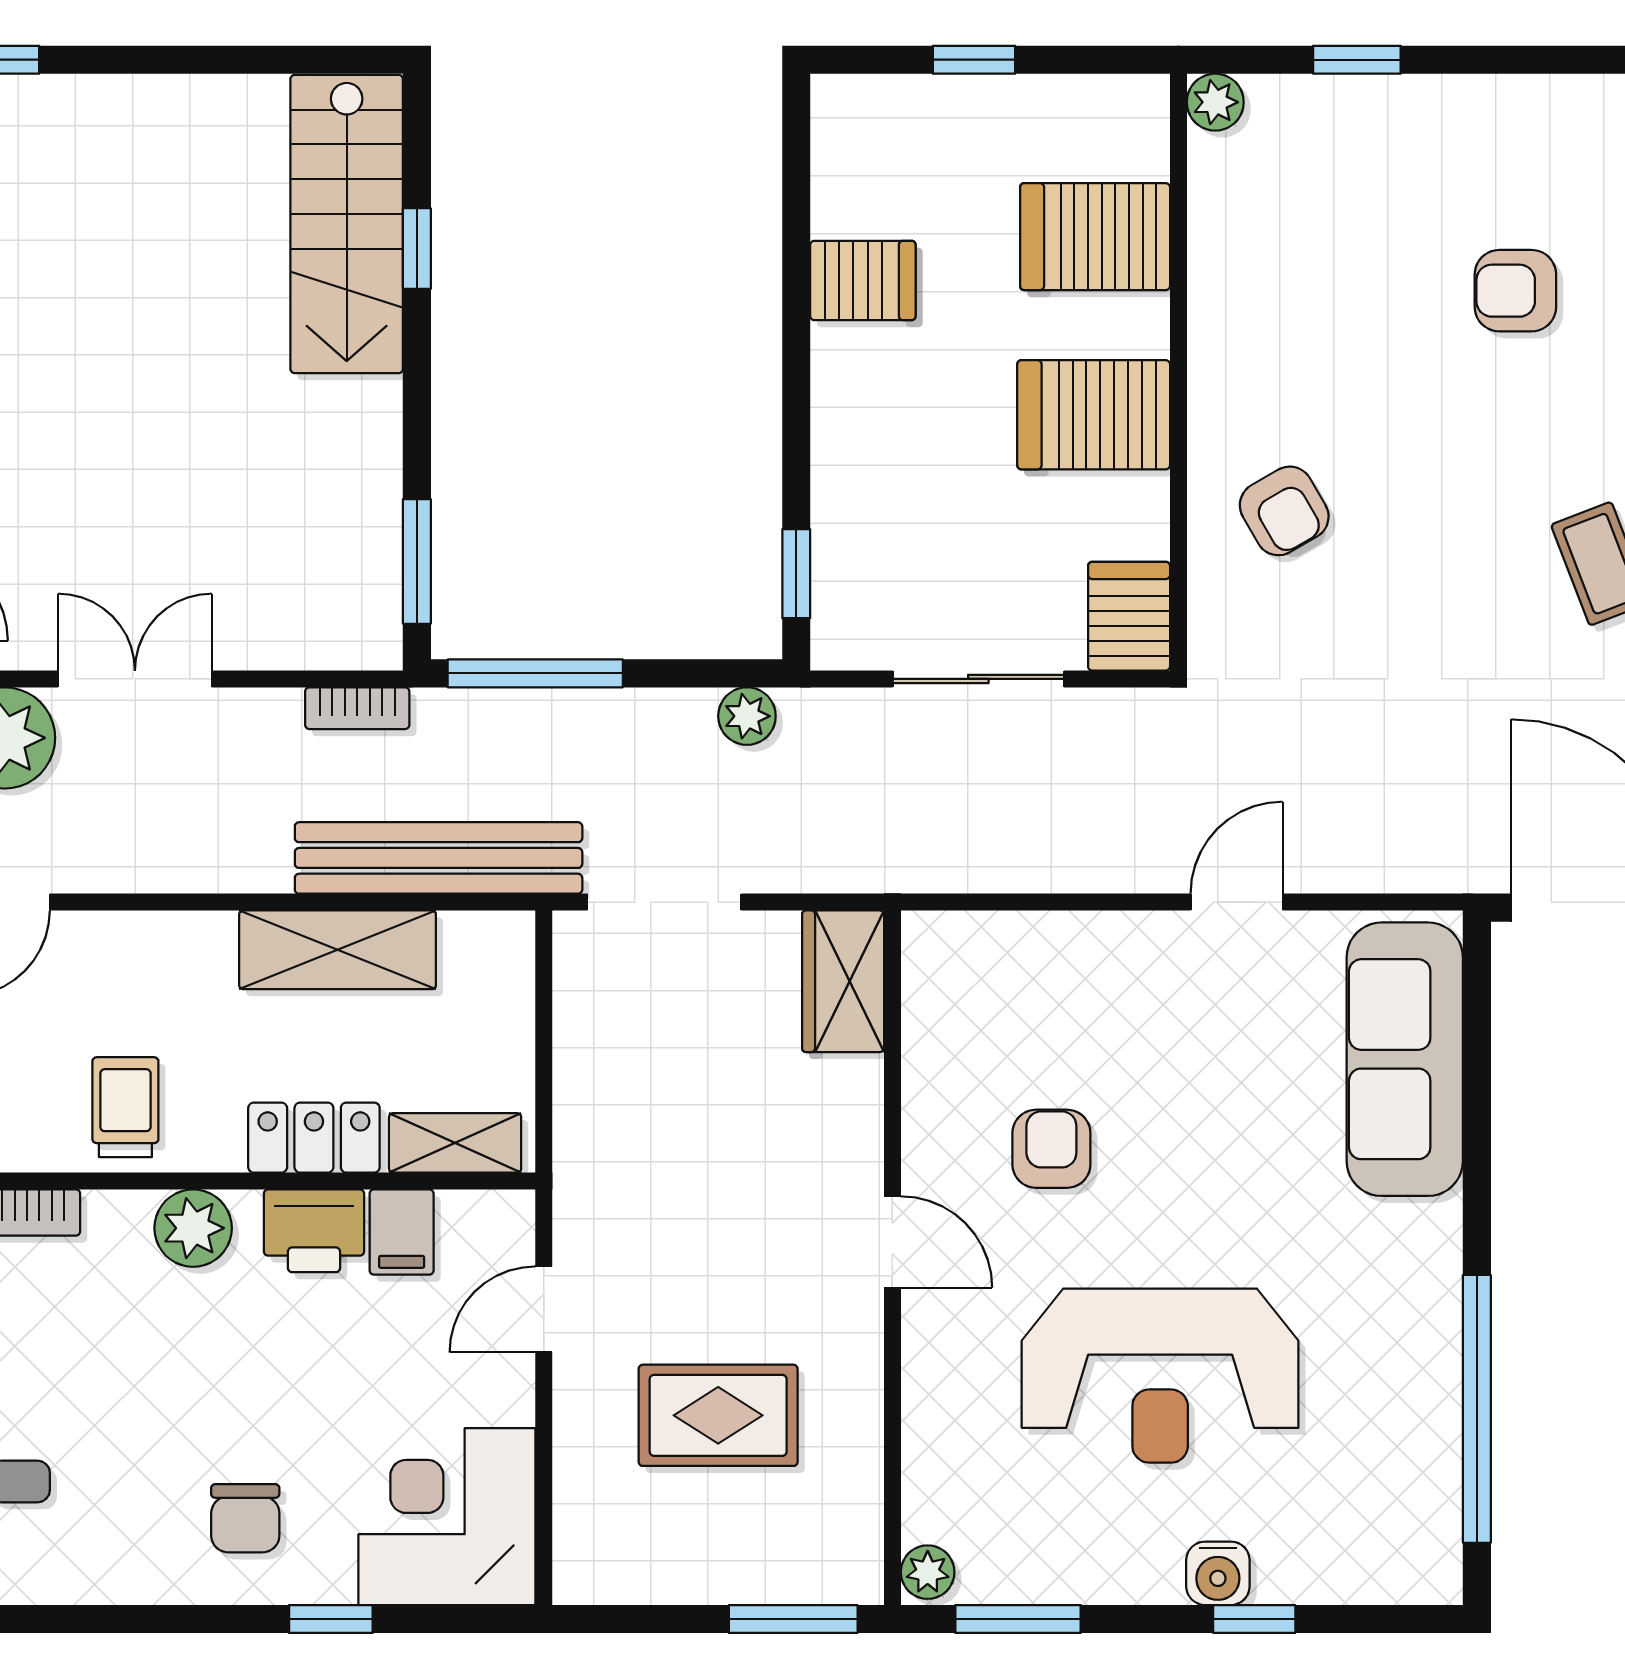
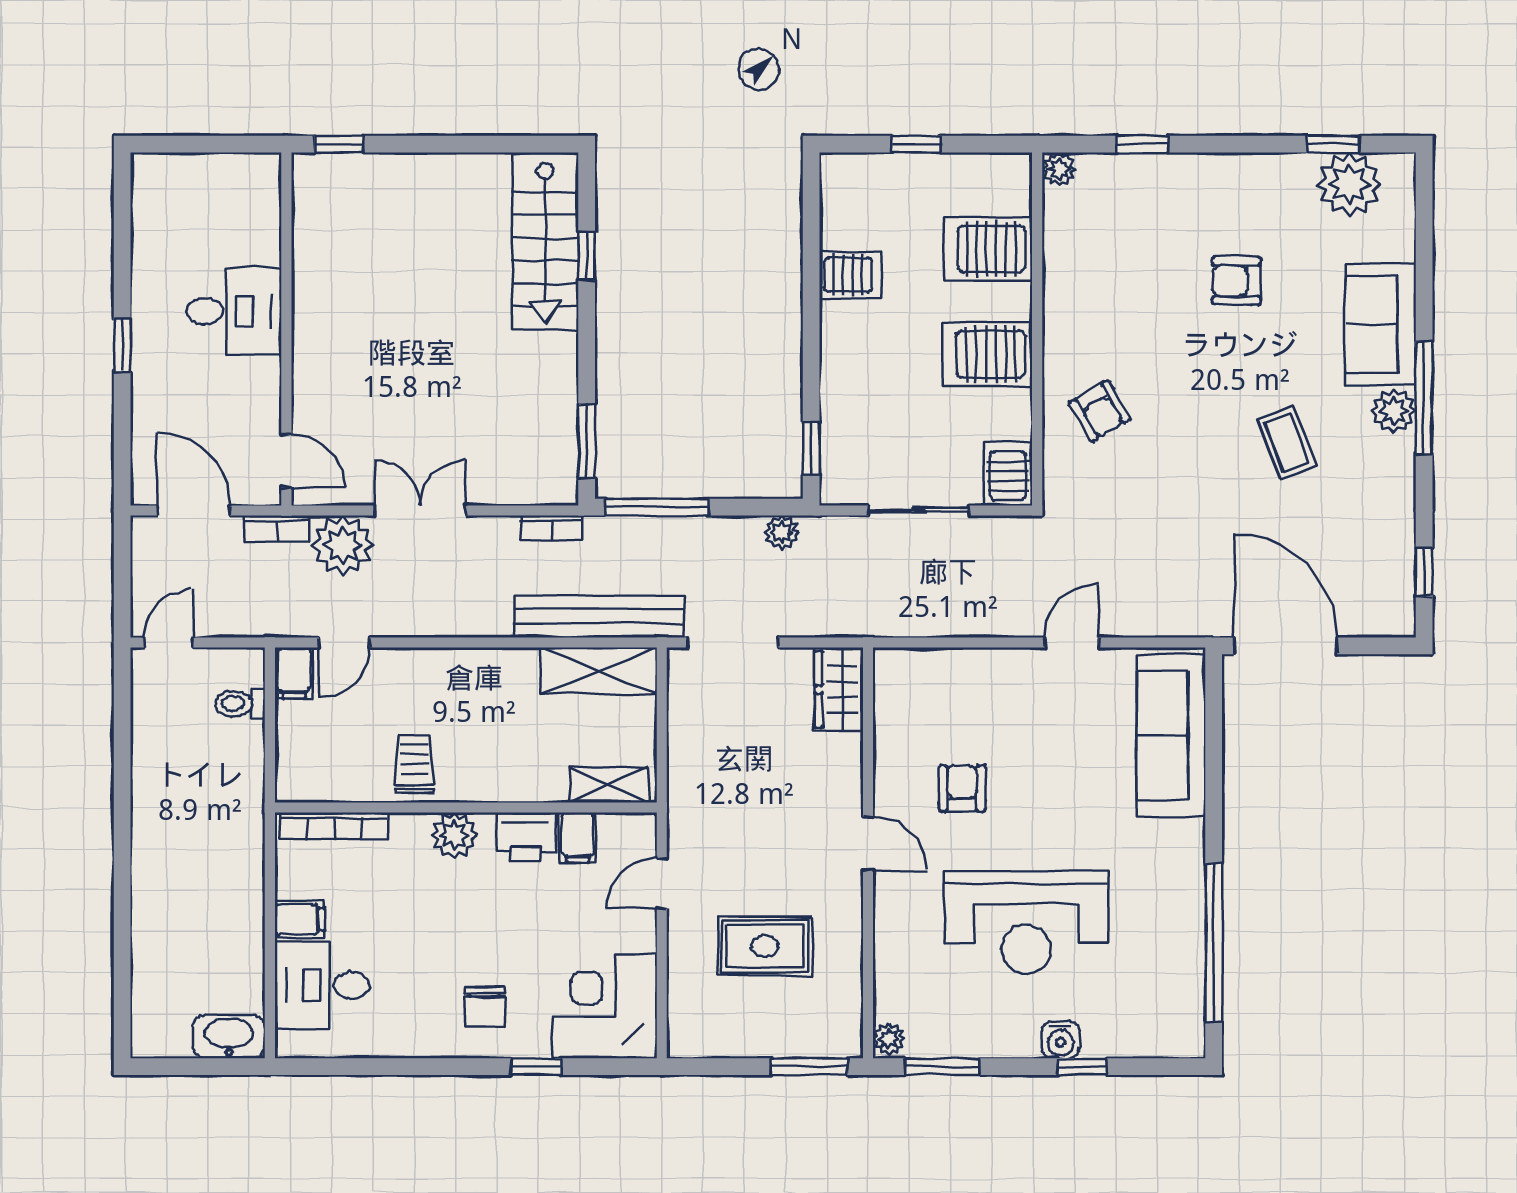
shelving: (338, 950) -> (599, 671), moved
locker: (314, 1138) -> (526, 782), removed

